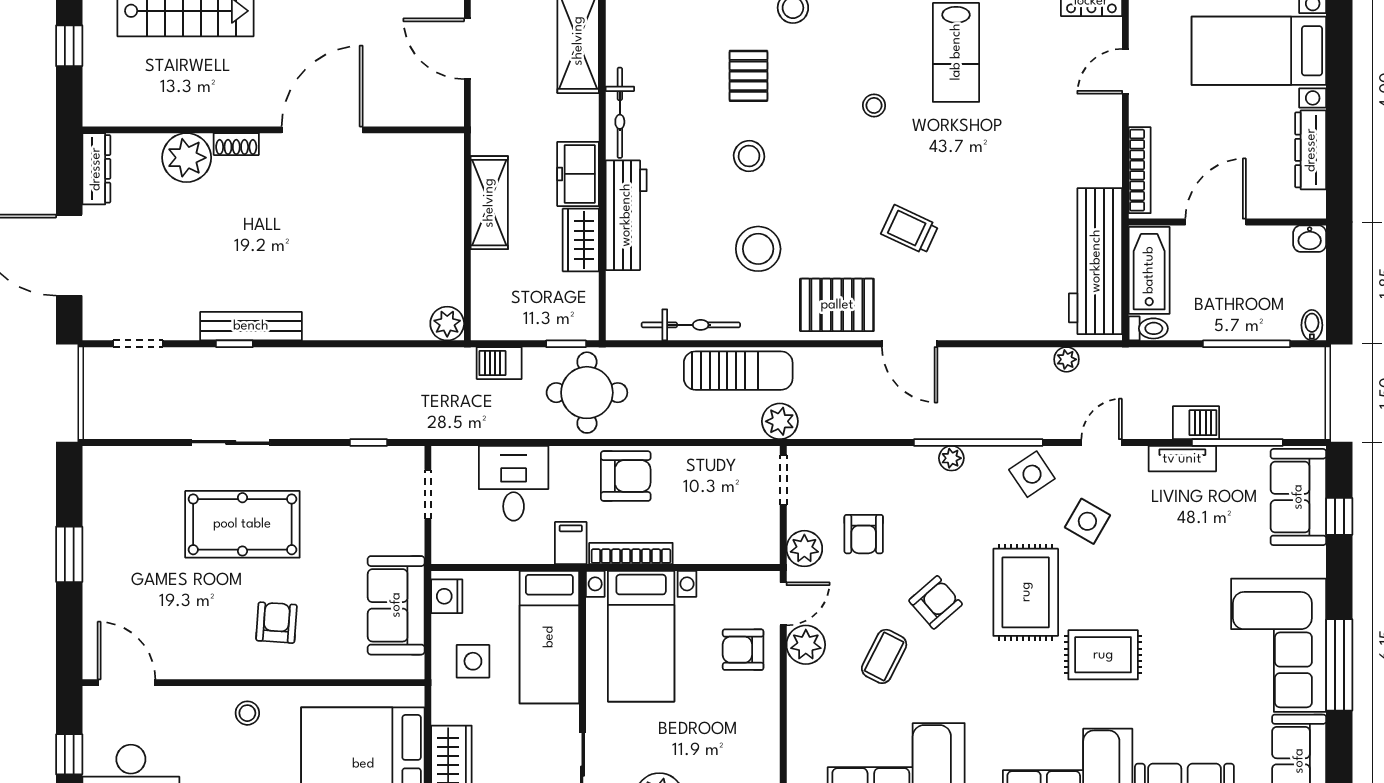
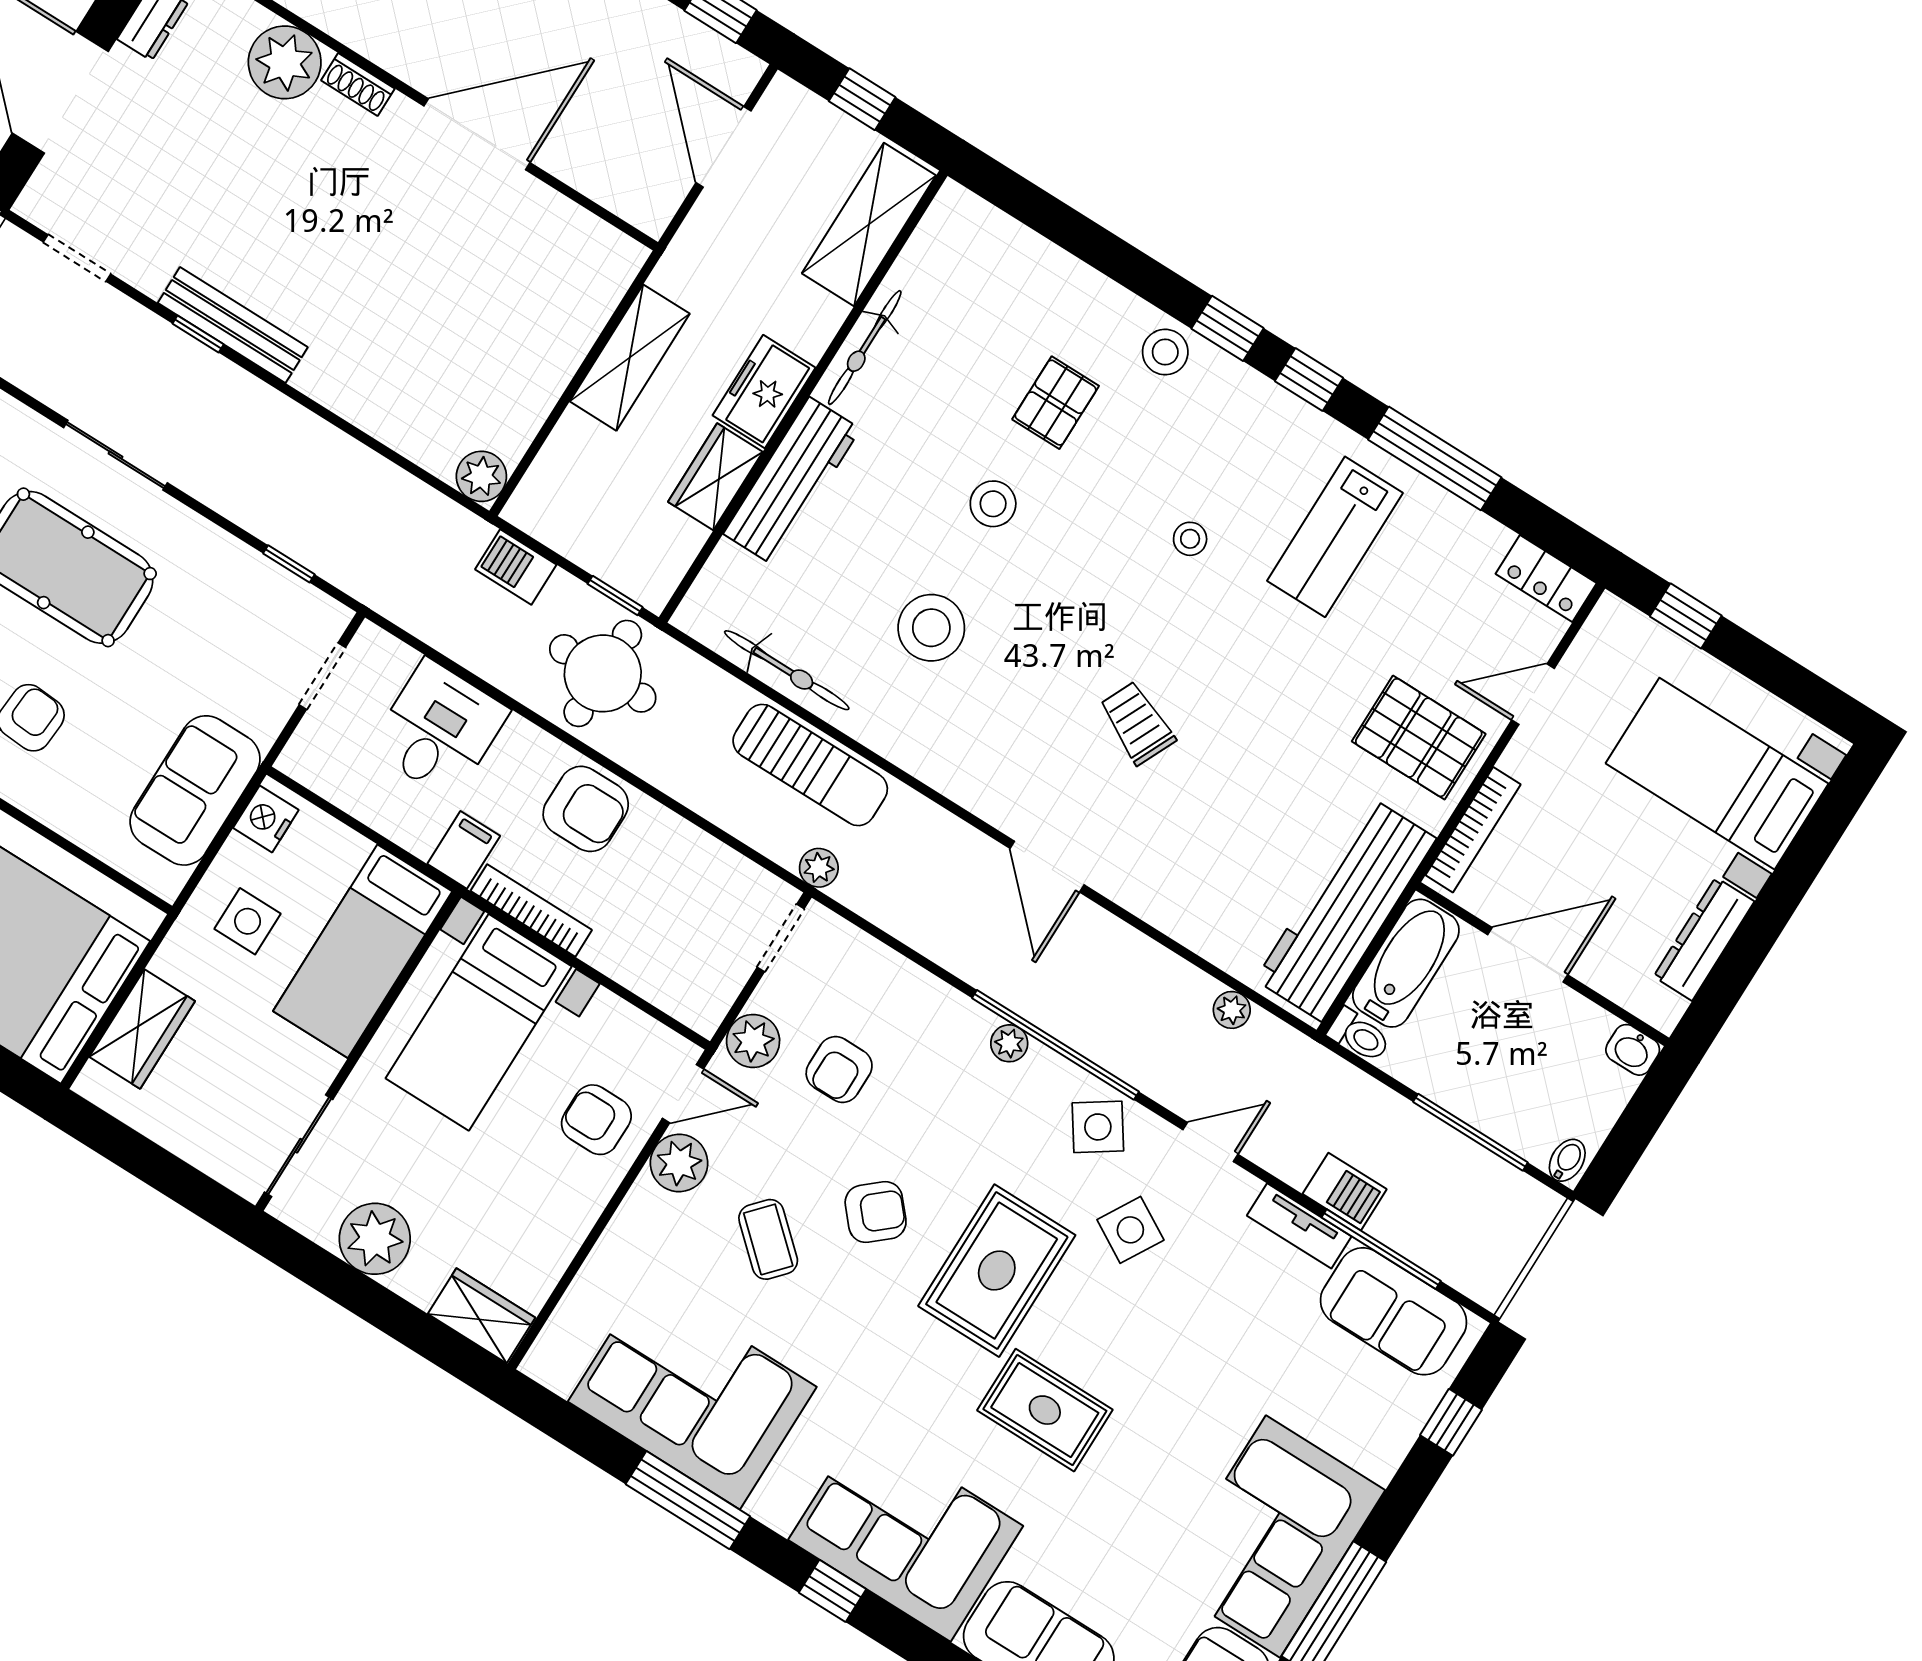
pallet: (837, 305) -> (1419, 738), moved
plant: (780, 421) -> (819, 868), width x0.73, depth x0.73
sofa: (1298, 497) -> (1393, 1311), moved, turned -90
coffee table: (884, 656) -> (768, 1239), turned -75

